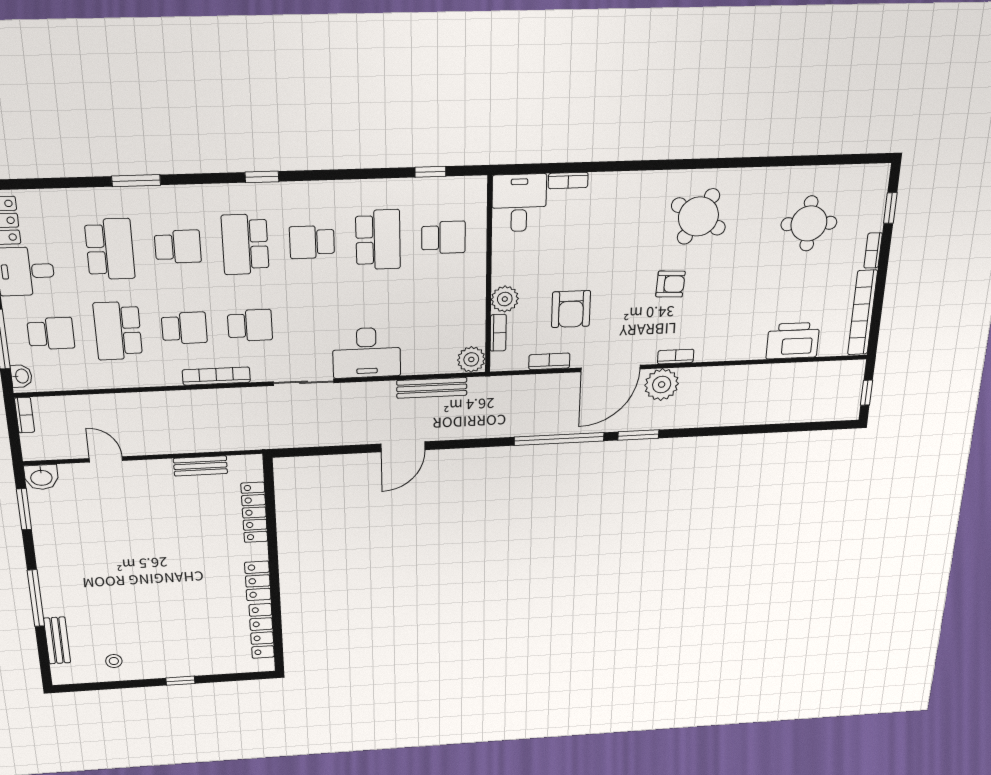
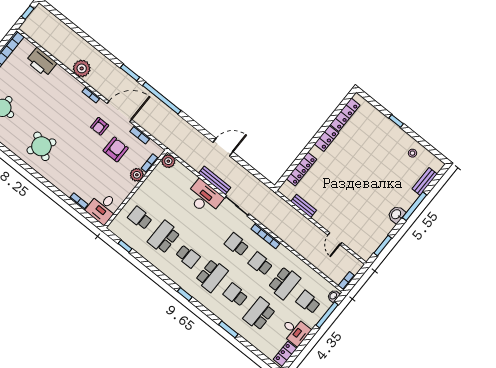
armchair: (670, 284) -> (100, 126), moved, turned -93
plant: (662, 385) -> (82, 68), moved
bench: (432, 388) -> (215, 180), moved
washbasin: (41, 477) -> (396, 214), moved, turned -90

